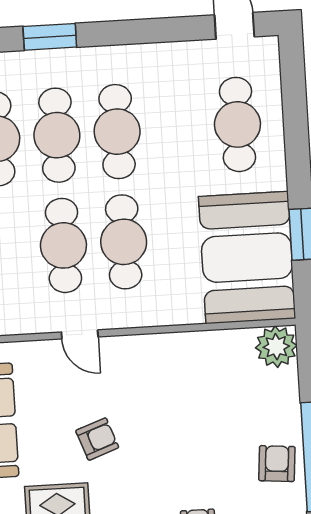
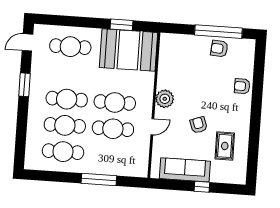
window: (50, 37) -> (25, 85), moved
plant: (276, 347) -> (165, 99), moved

